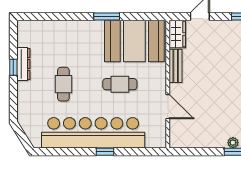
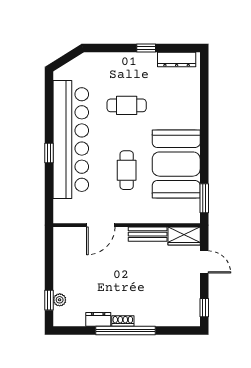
window: (107, 17) -> (204, 198), moved
booth: (134, 41) -> (176, 164), moved
dresser: (23, 64) -> (177, 60), moved

